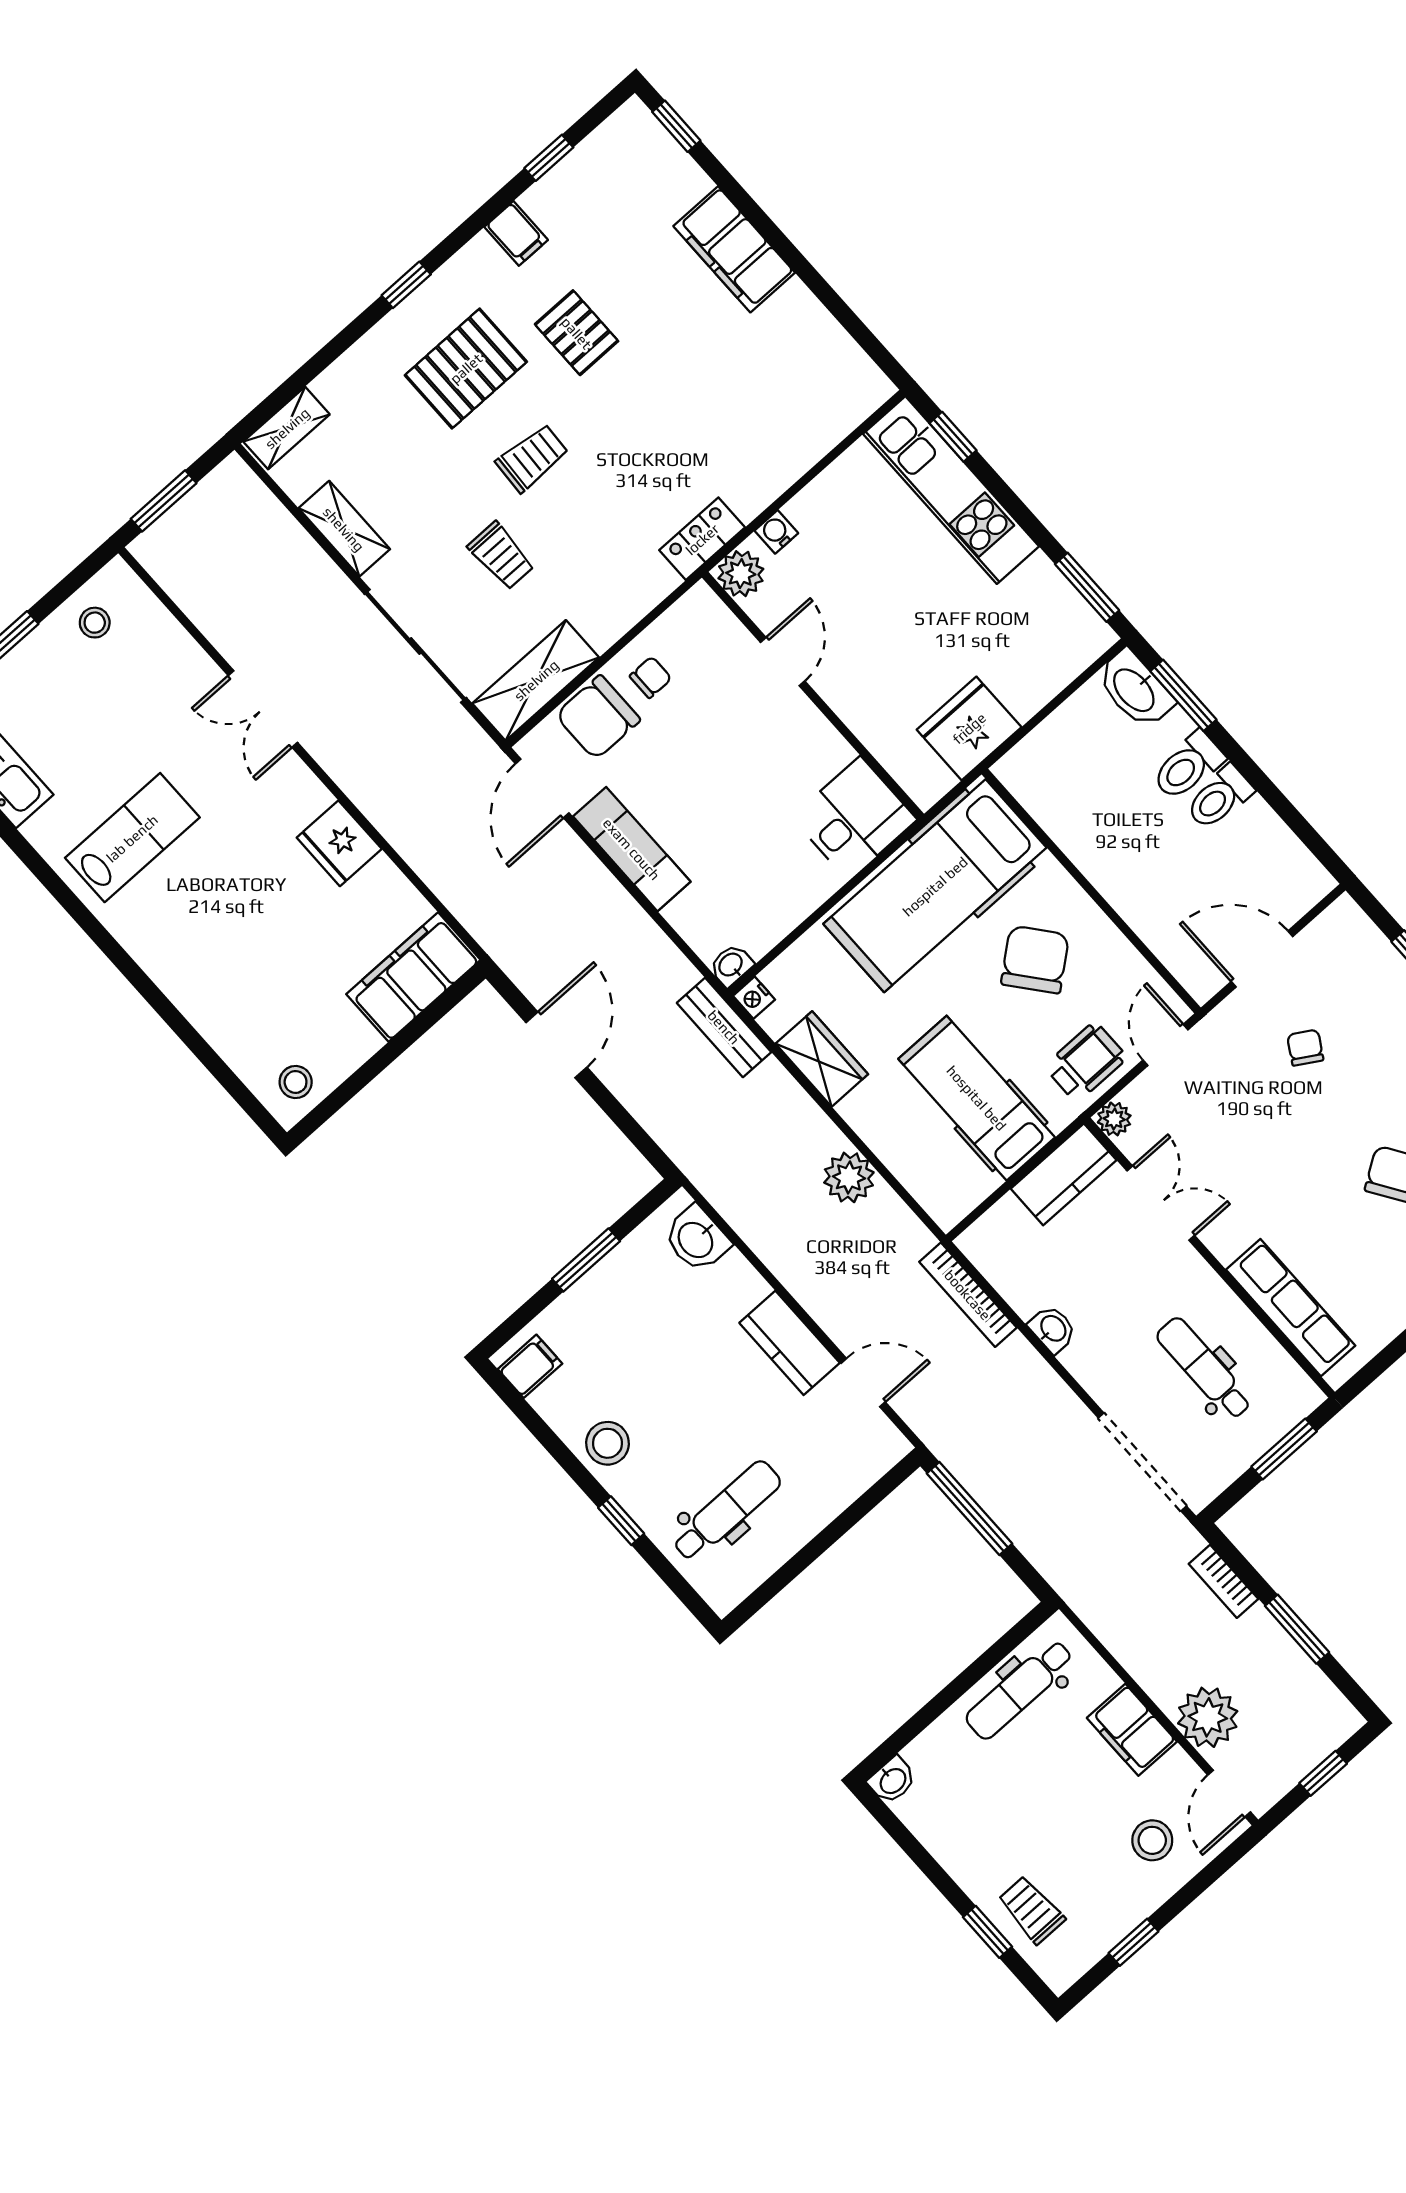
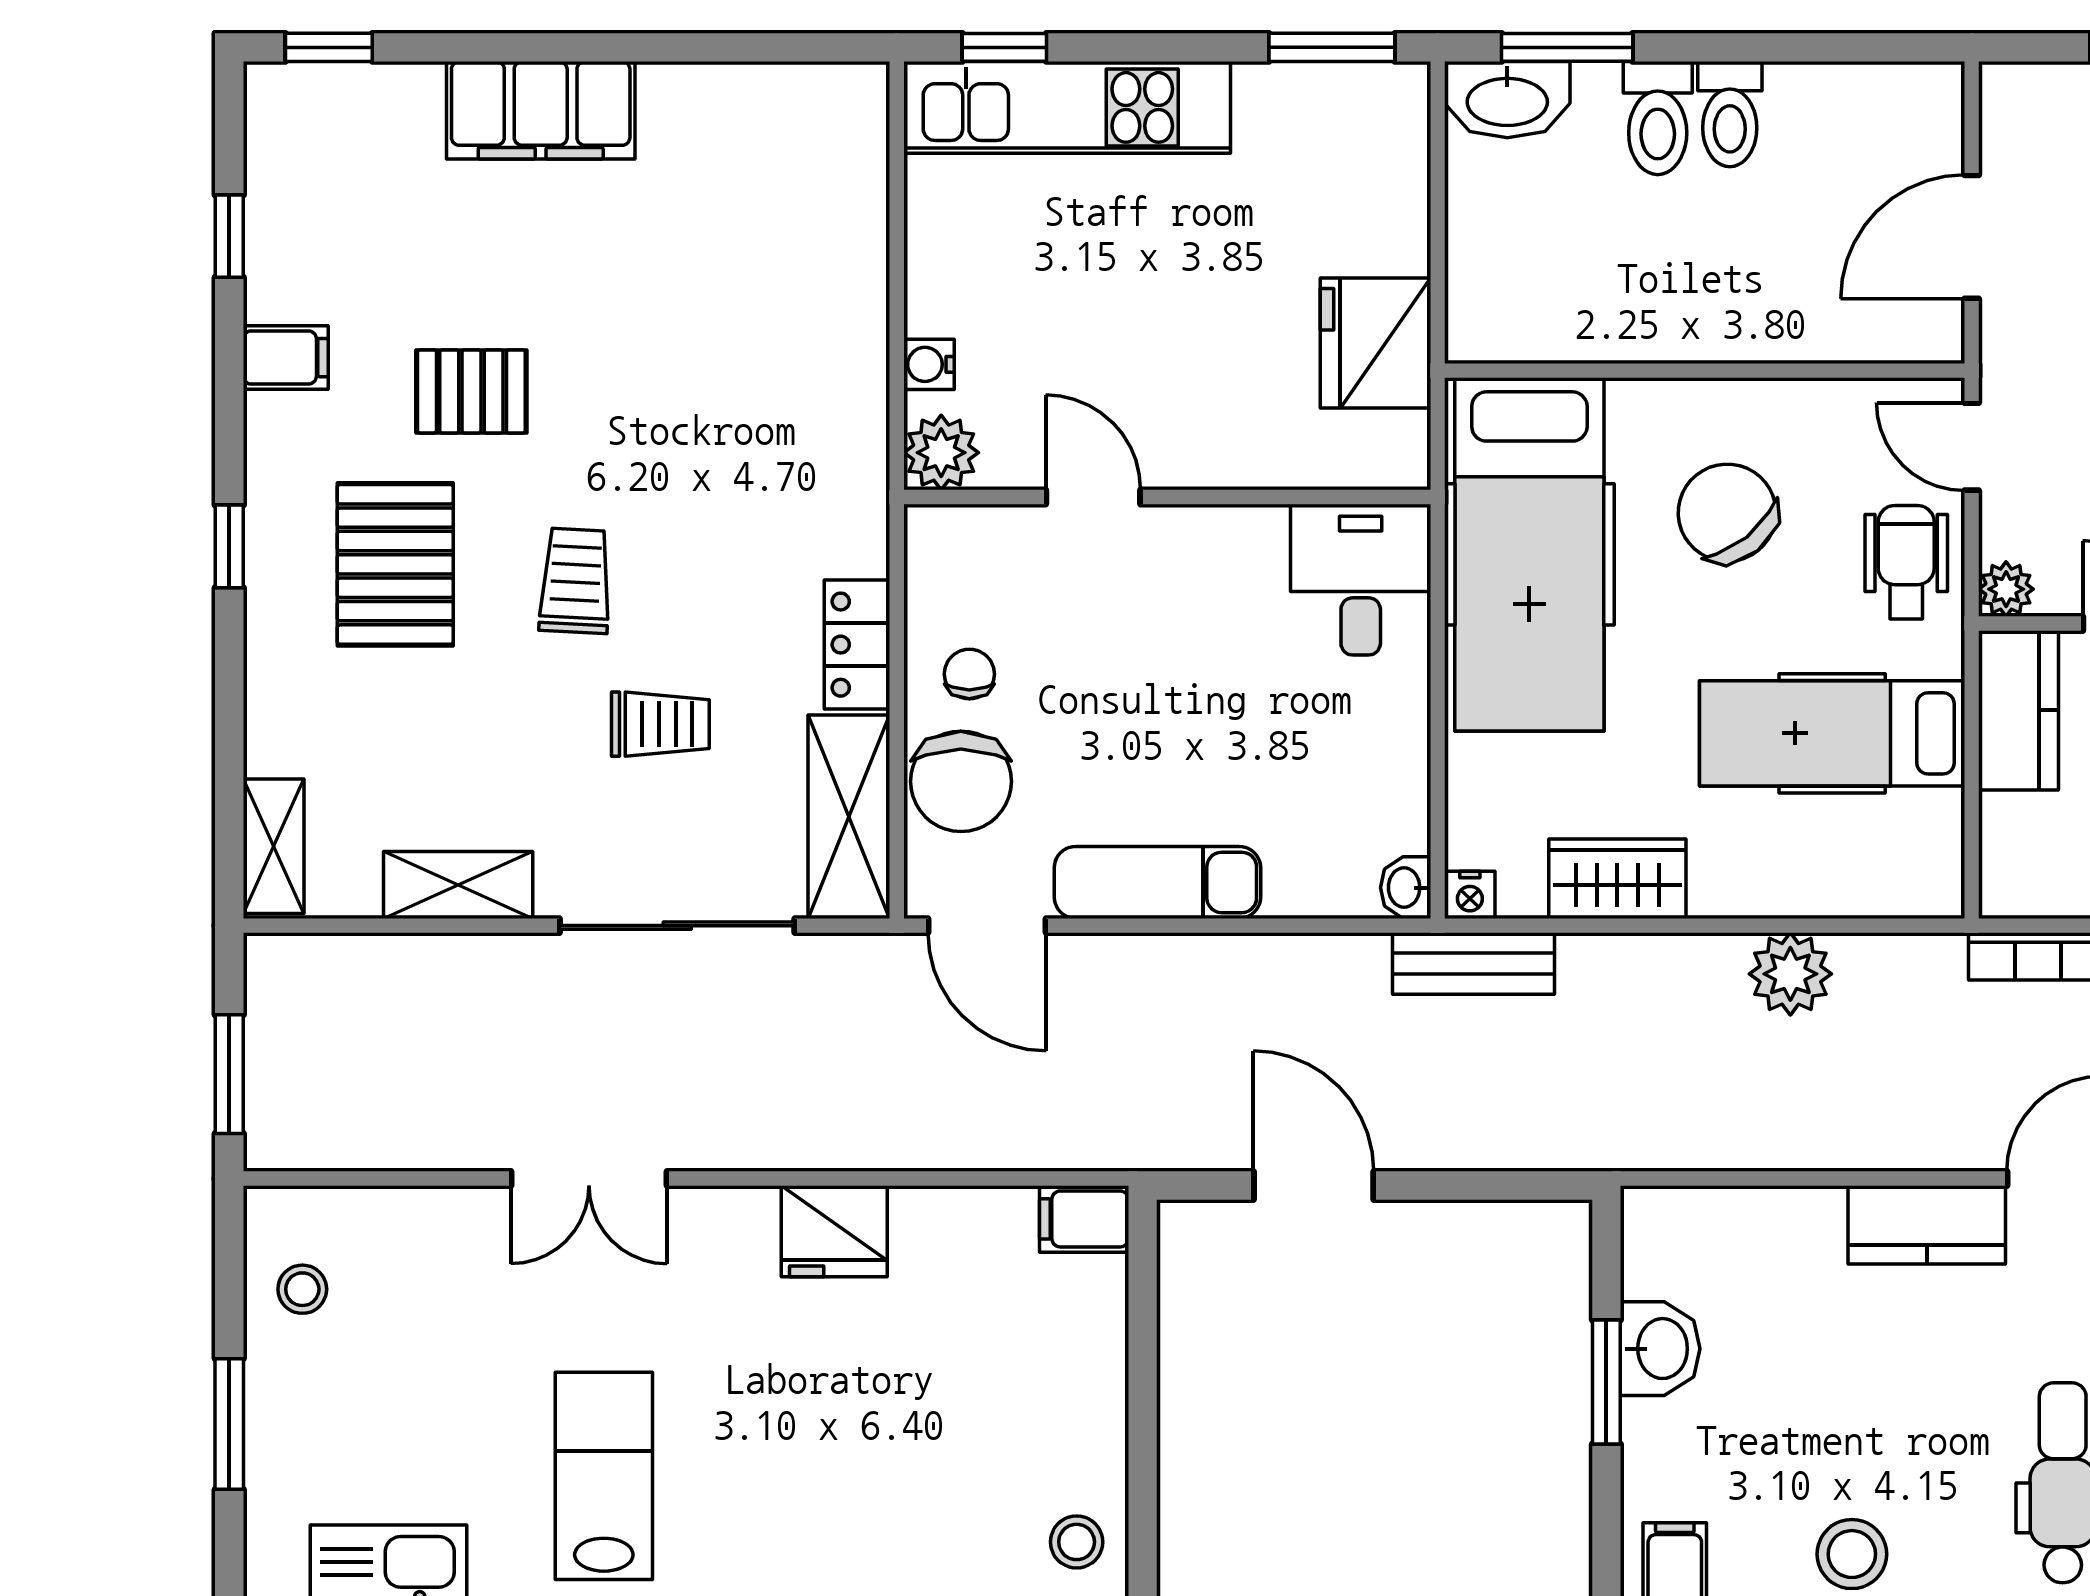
locker: (702, 539) -> (857, 645), moved
filing cabinet: (413, 977) -> (1084, 1219), width x0.33, depth x0.86
washbasin: (697, 1239) -> (1660, 1349), moved, turned -90

